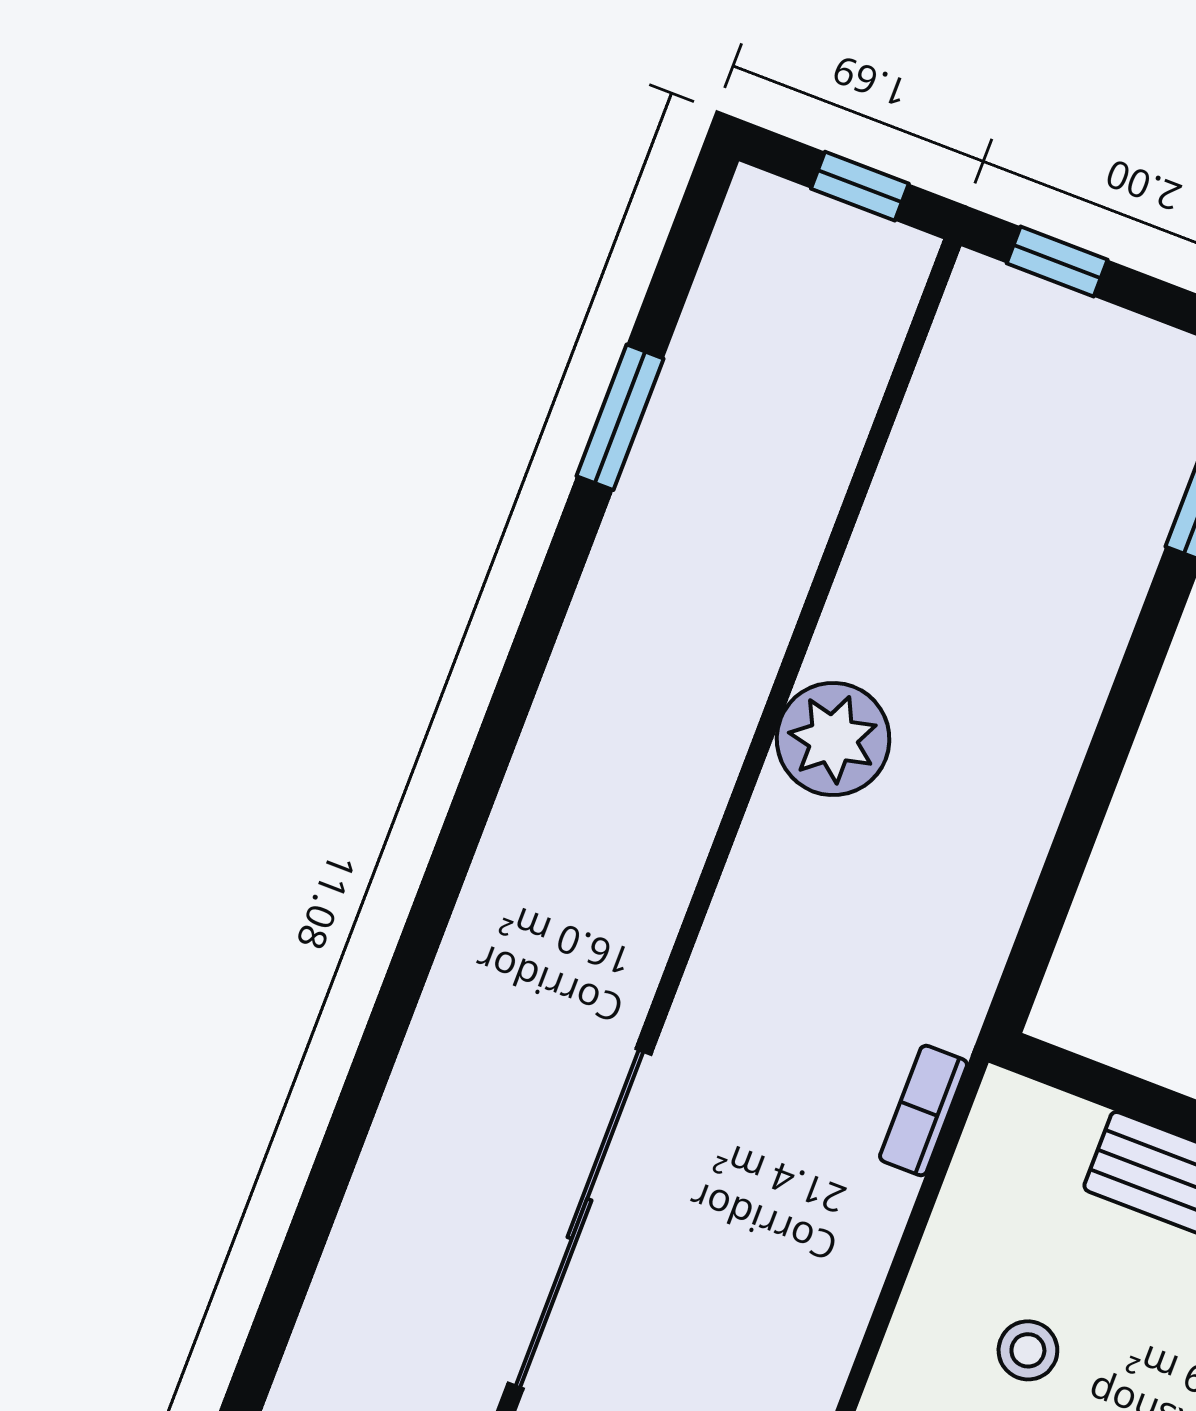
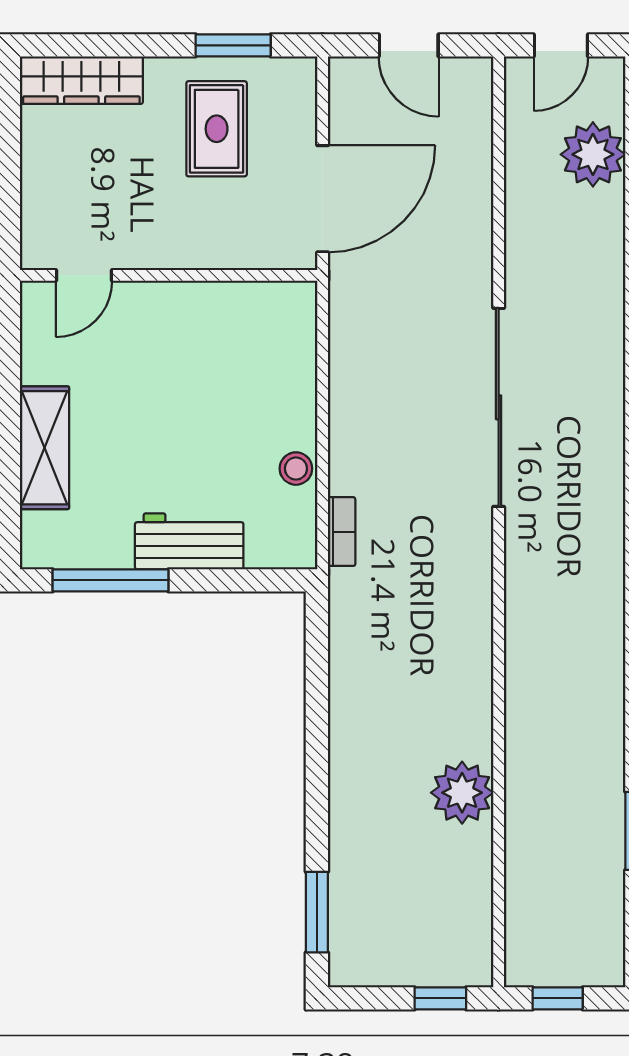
plant: (833, 739) -> (462, 793), moved
stool: (1028, 1350) -> (296, 469), moved

